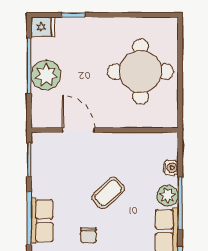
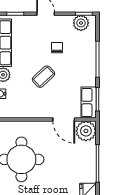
plant: (46, 75) -> (86, 131), moved
row of seats: (42, 221) -> (89, 103), moved

